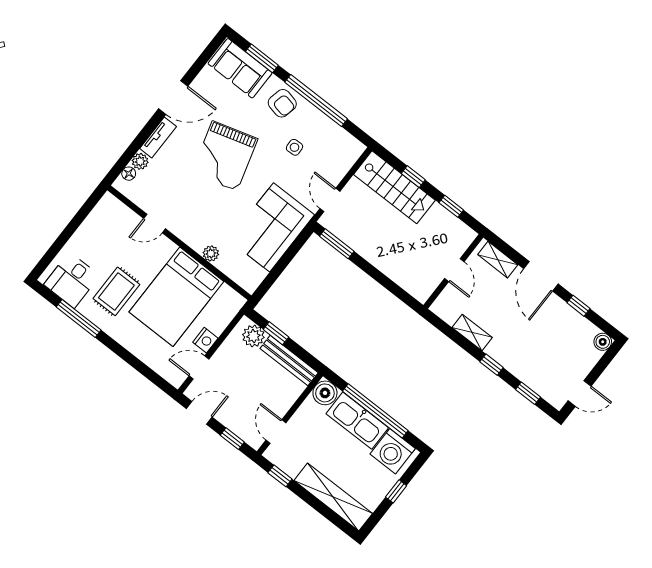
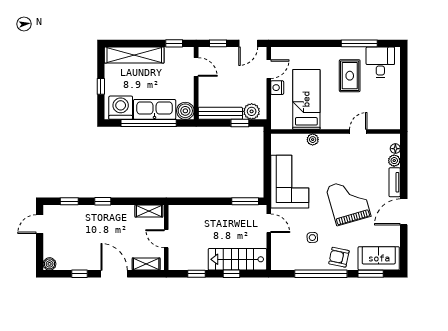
bed: (176, 297) -> (306, 99), width x0.67
shelving: (472, 333) -> (149, 211), moved

